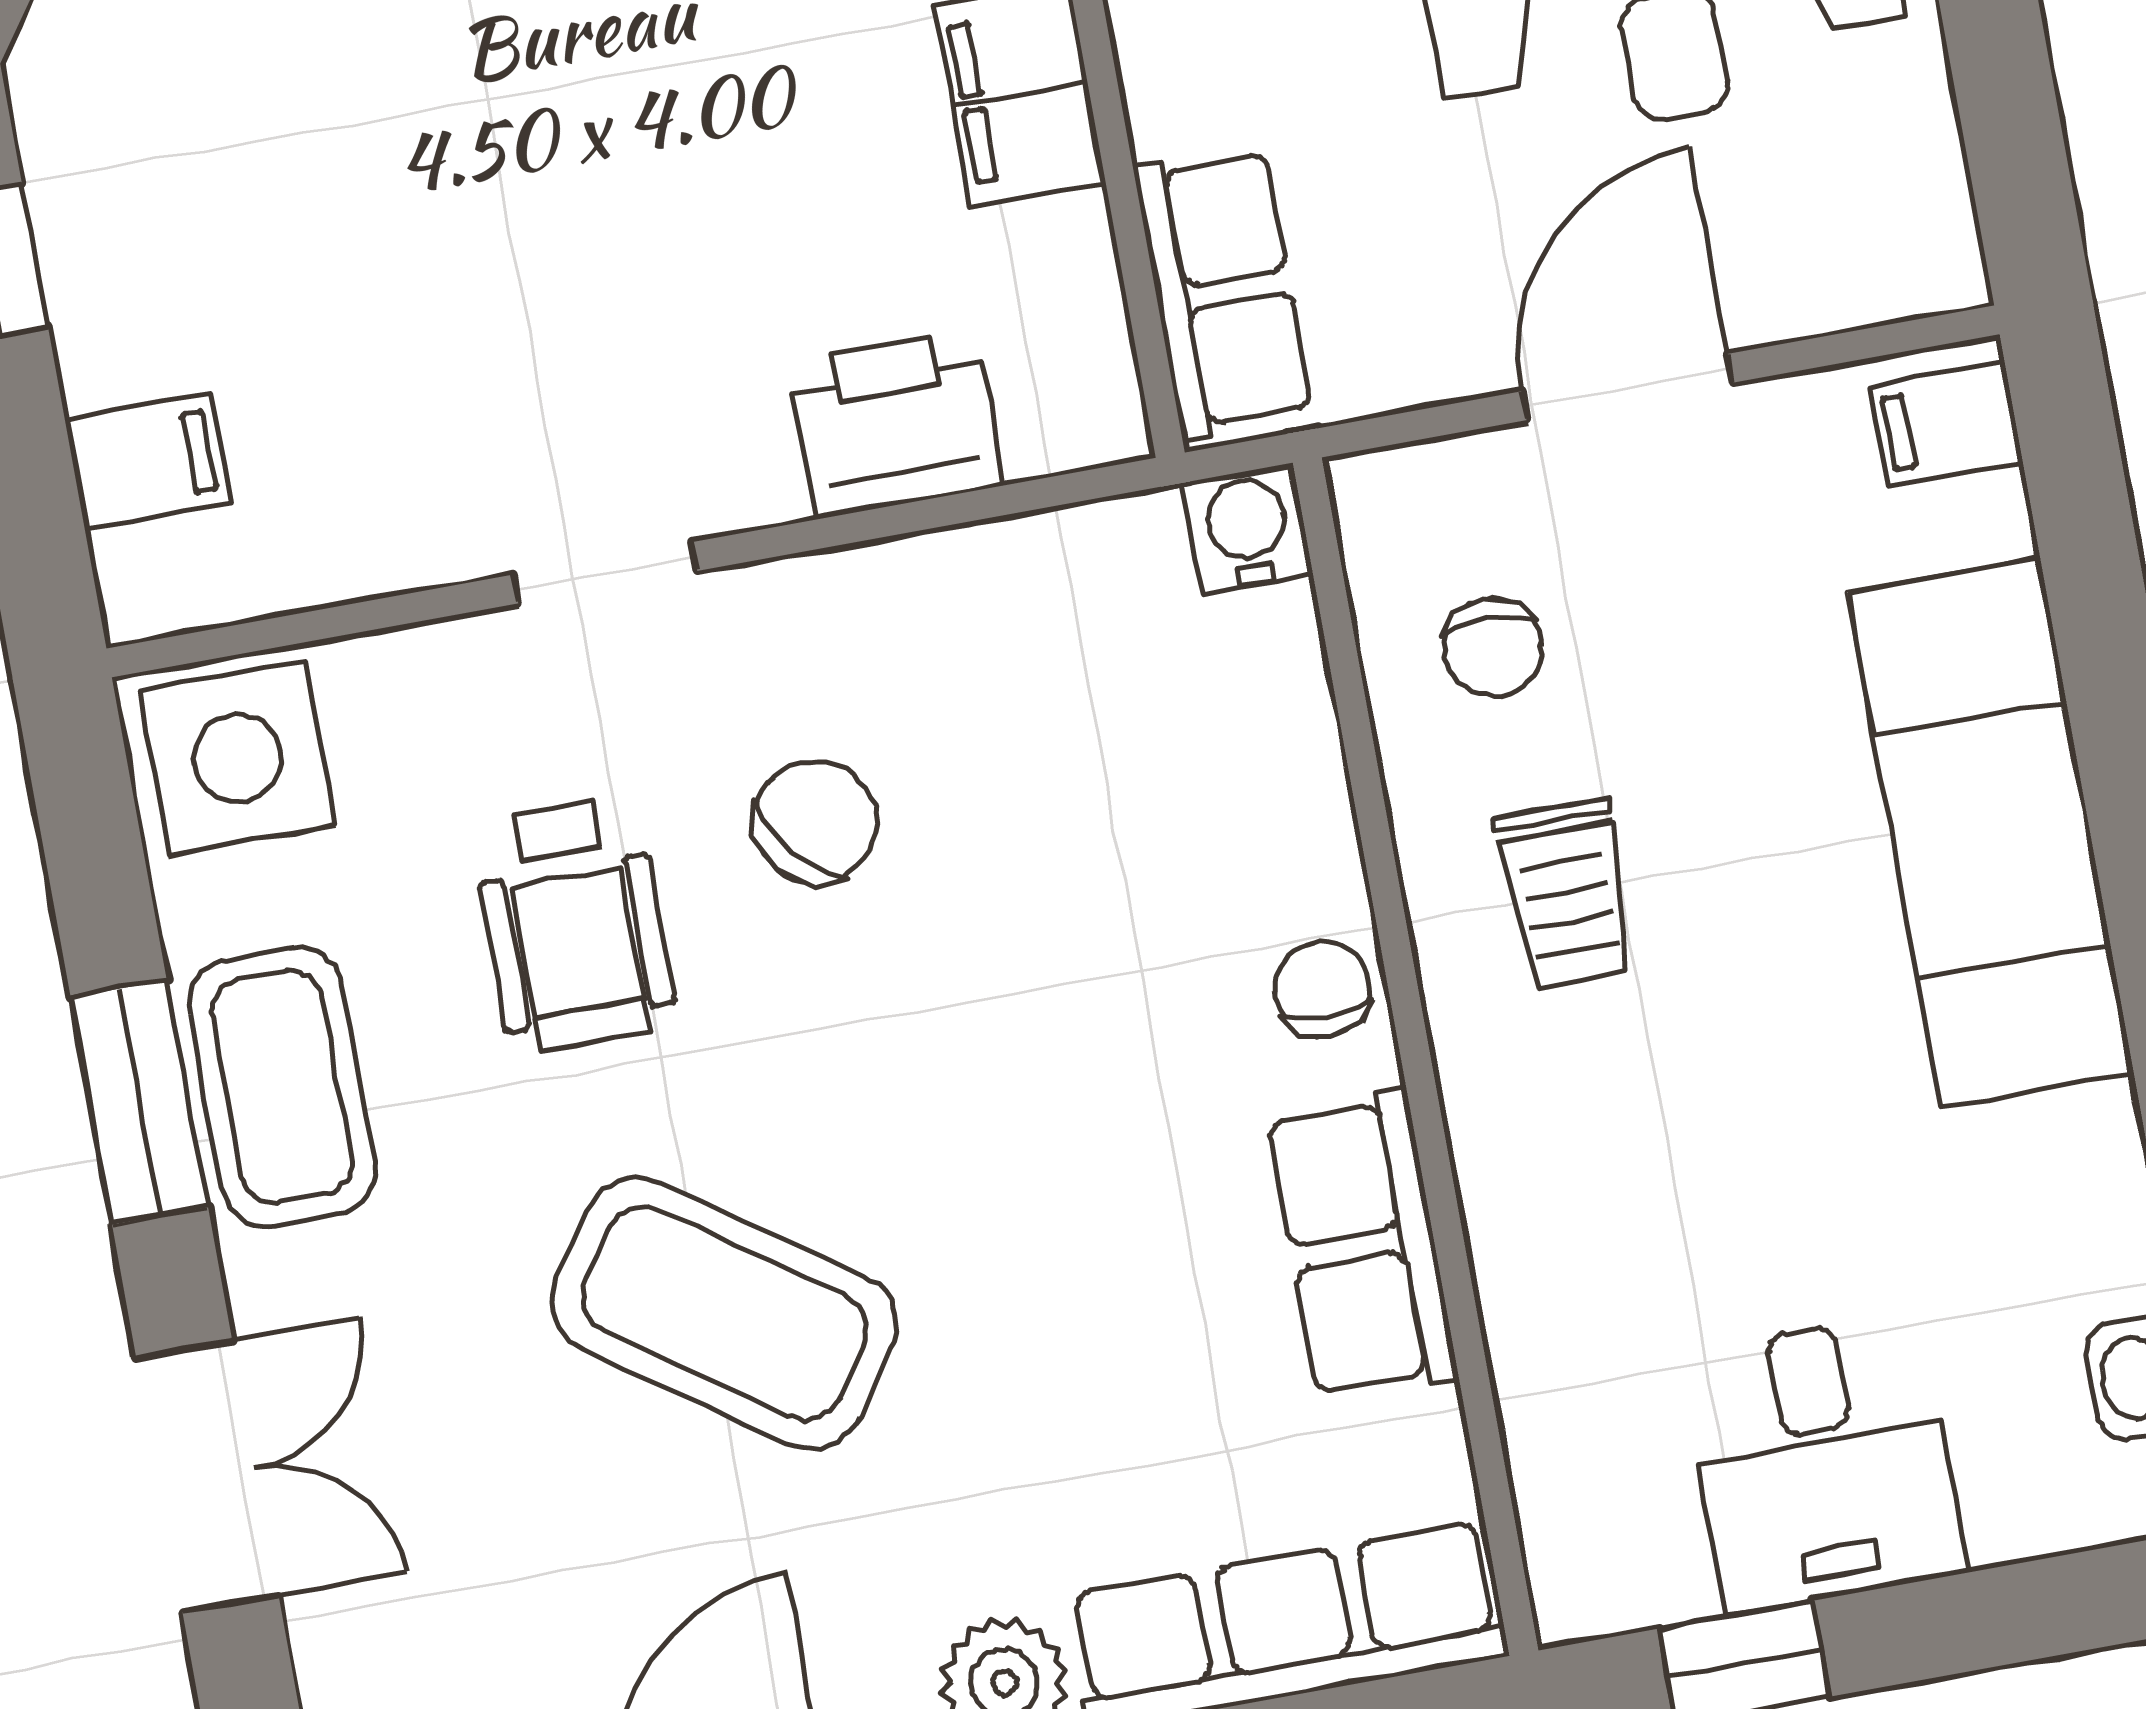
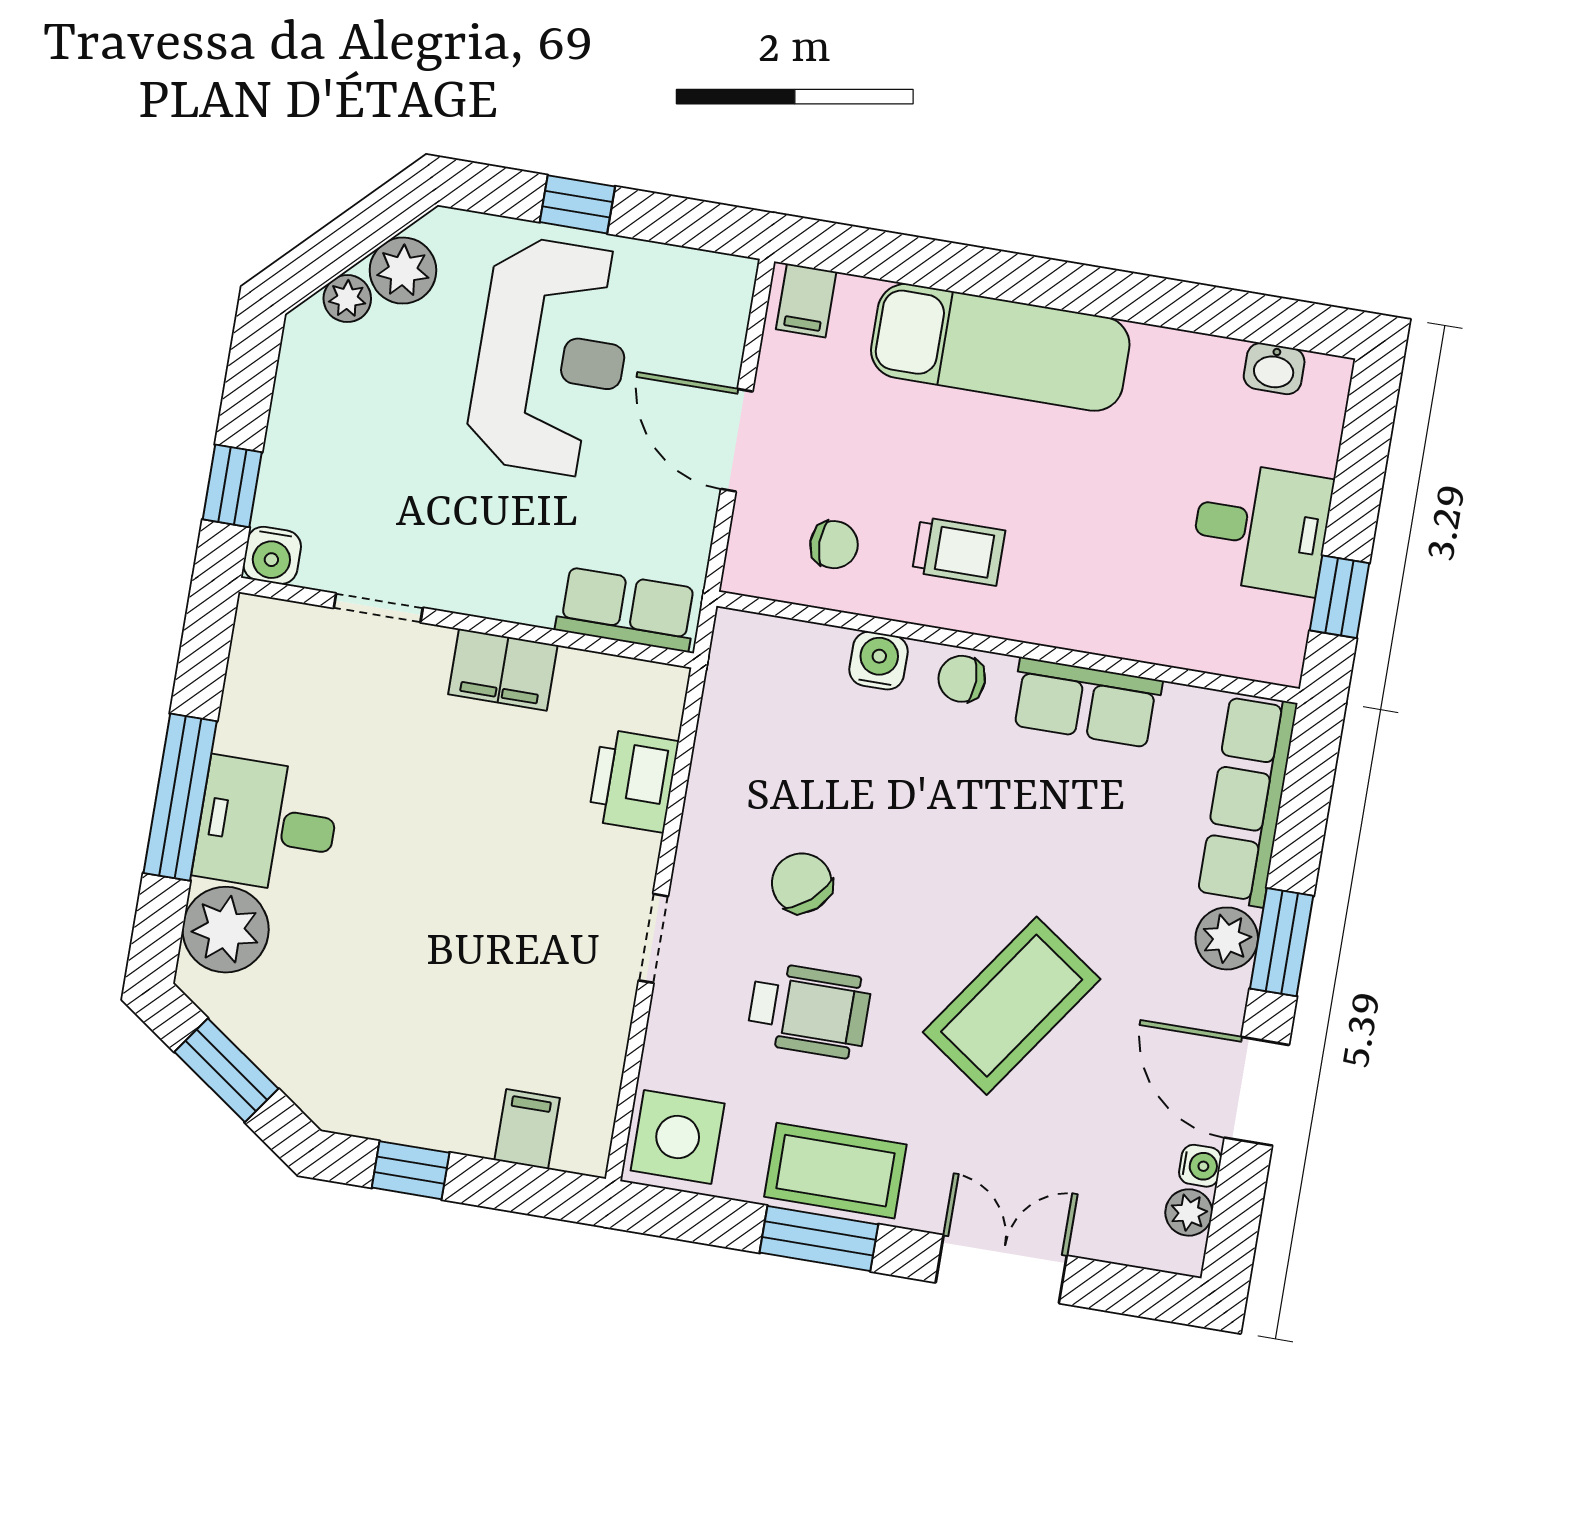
water cooler: (1247, 528) -> (879, 661), moved, turned 90

